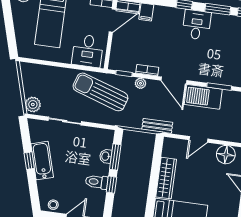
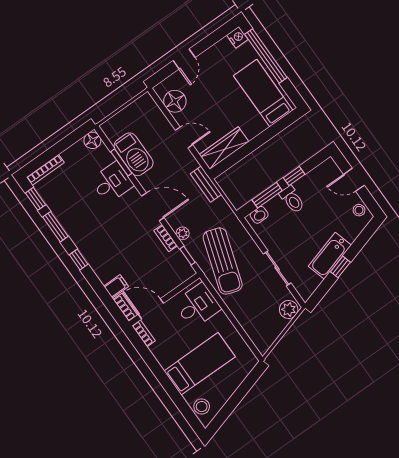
desk: (197, 25) -> (112, 183), moved, turned 180
door: (174, 80) -> (153, 207), hinge flipped
barbecue: (203, 97) -> (134, 154), moved
washbasin: (106, 156) -> (259, 215), moved
wardrobe: (166, 178) -> (224, 148), moved
toilet: (97, 182) -> (292, 199), moved

